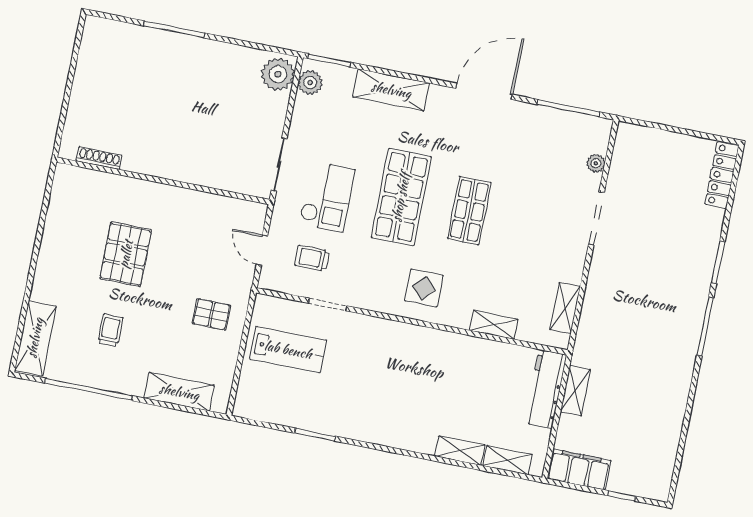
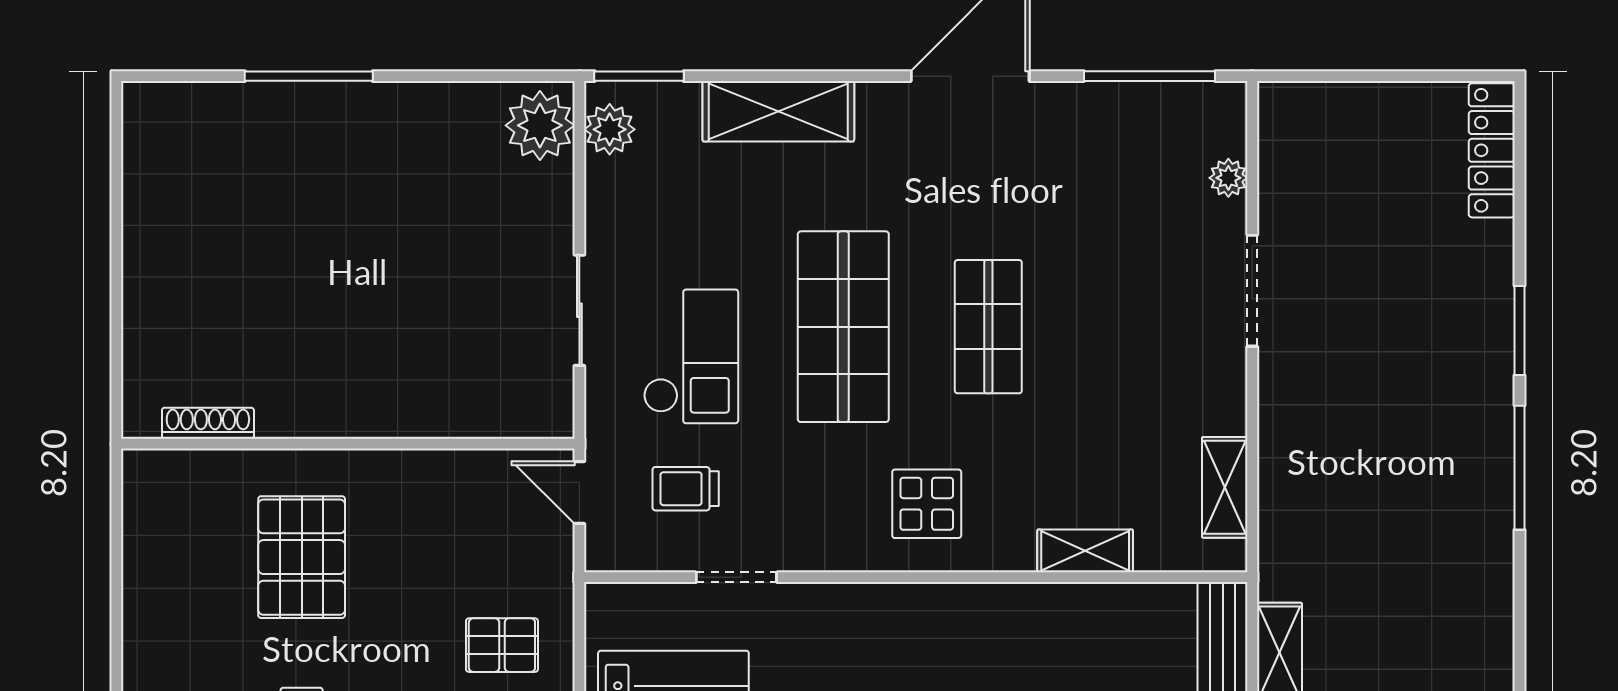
shoe rack: (99, 158) -> (208, 423), moved
wall: (163, 181) -> (348, 444), moved

